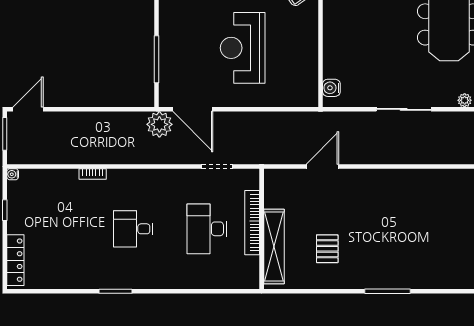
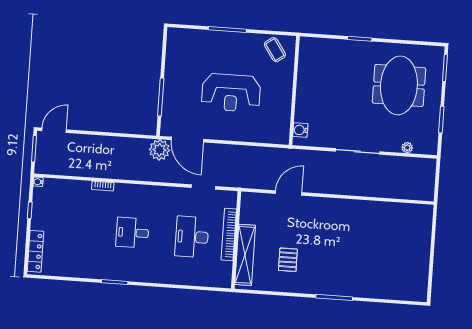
reception desk: (243, 48) -> (231, 93), turned -90

